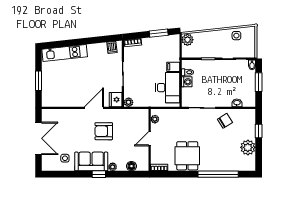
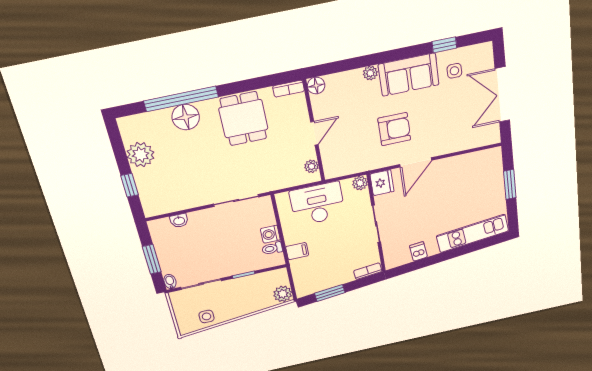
dishwasher: (112, 47) -> (418, 251), moved
desk: (168, 88) -> (317, 204), moved, turned 90
chair: (225, 121) -> (192, 189), removed
floor lamp: (218, 164) -> (186, 117), added
floor lamp: (131, 166) -> (316, 86), moved
window: (99, 174) -> (444, 45), moved

